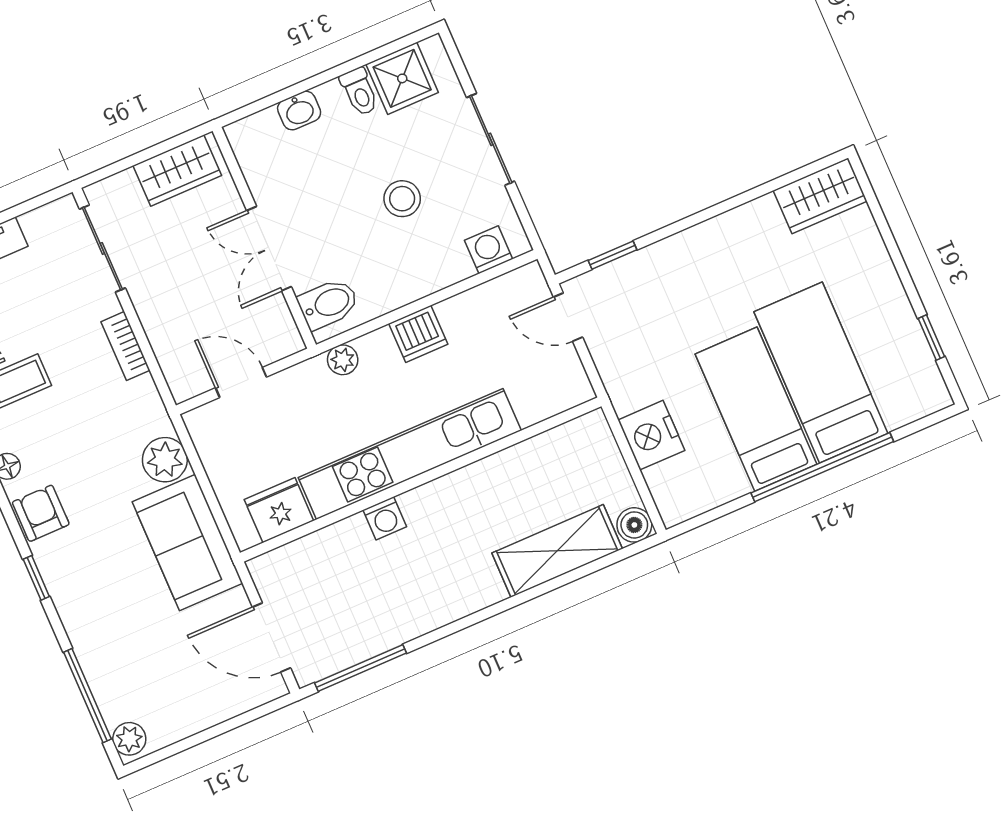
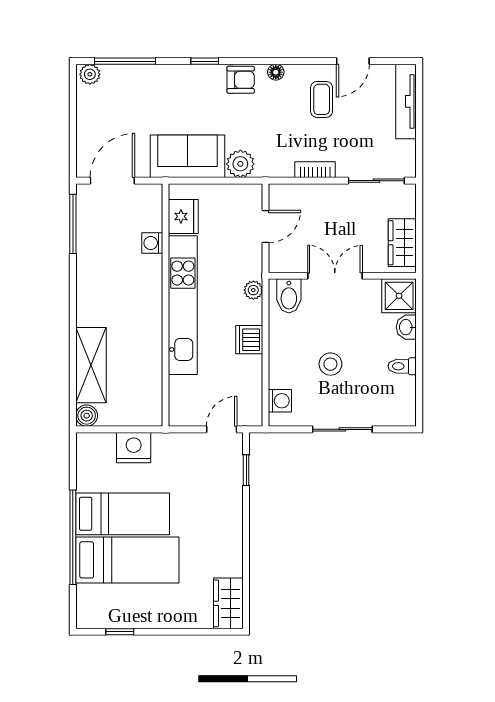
shower: (402, 78) -> (399, 296), moved
washing machine: (385, 518) -> (152, 243), moved

